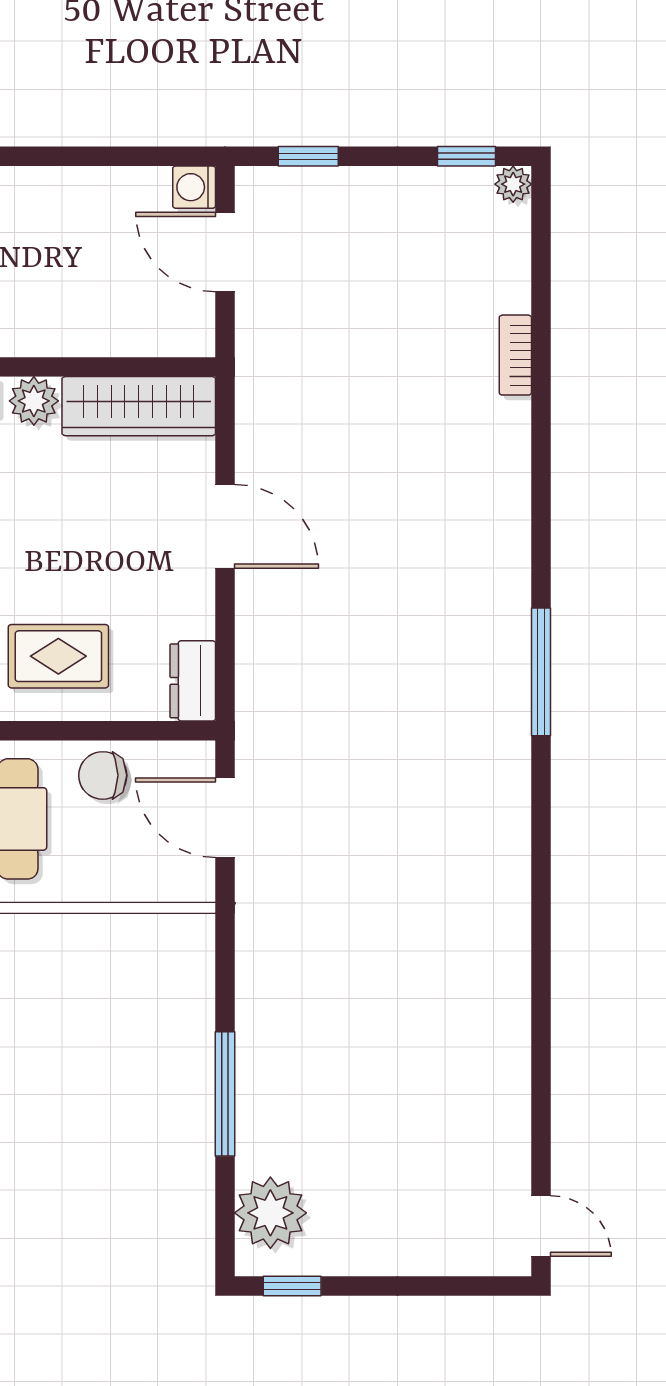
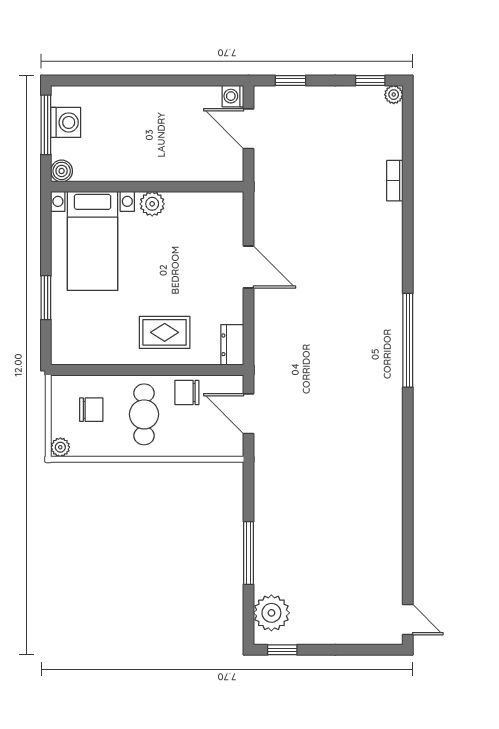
wardrobe: (139, 406) -> (205, 206), removed
window: (541, 672) -> (408, 340), width x1.46

